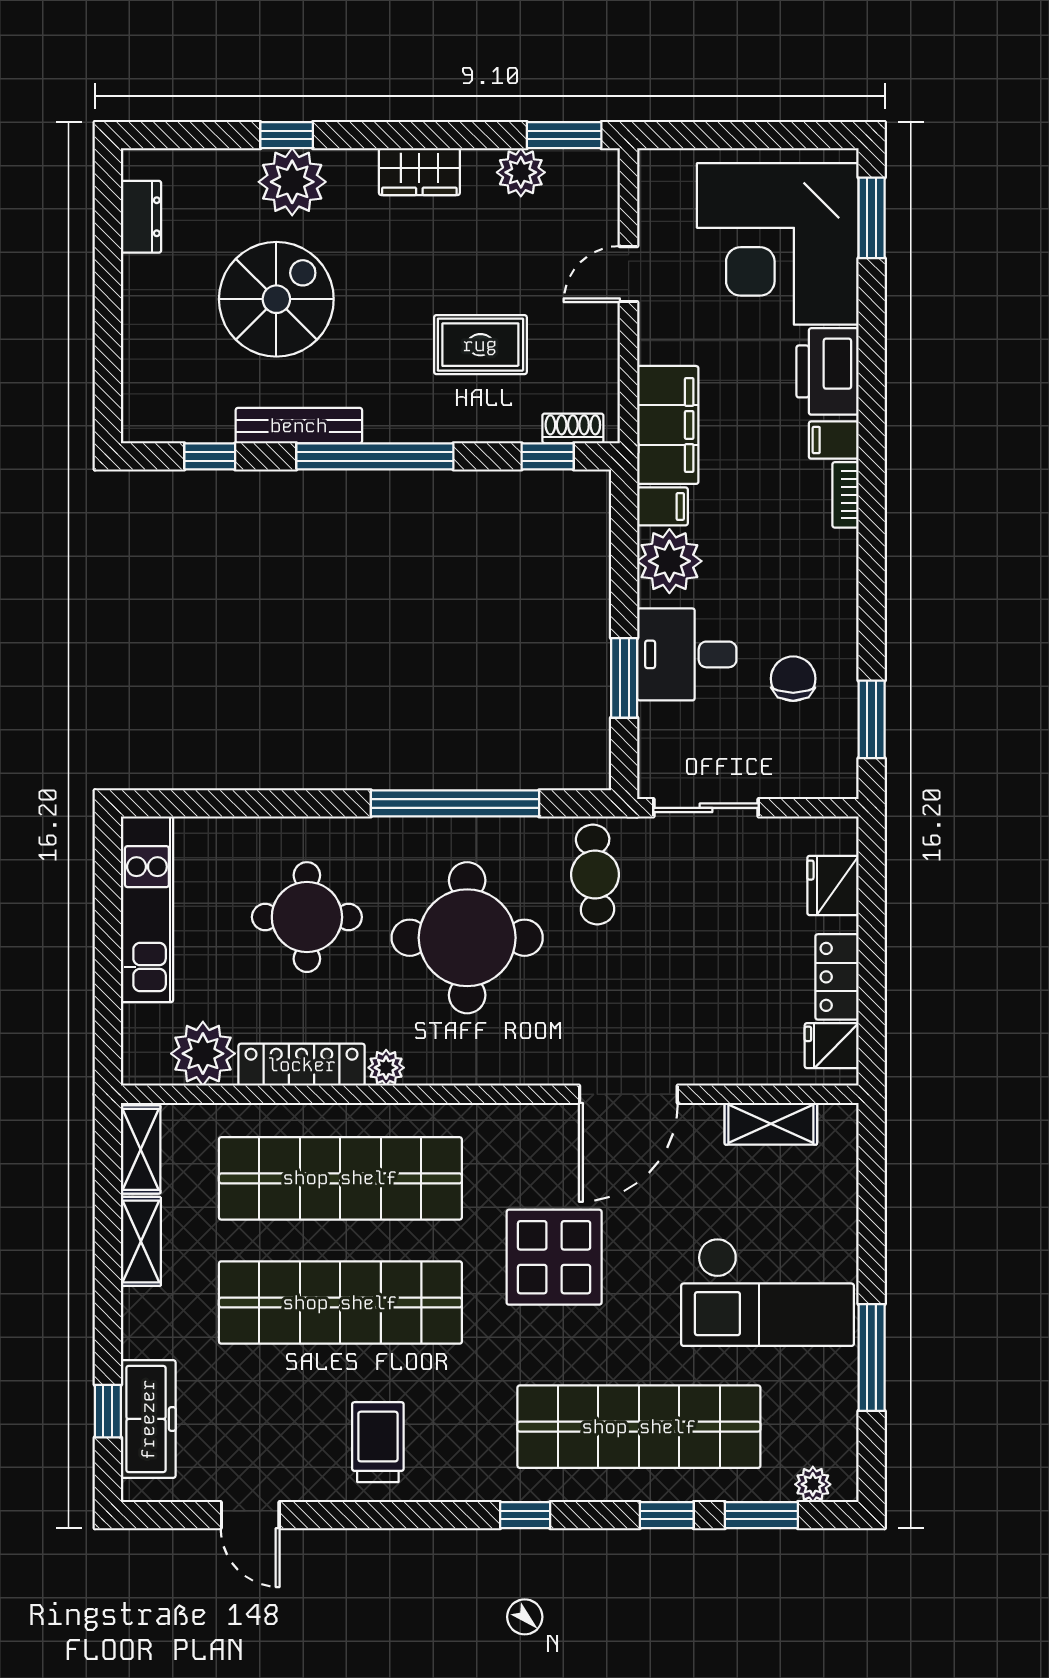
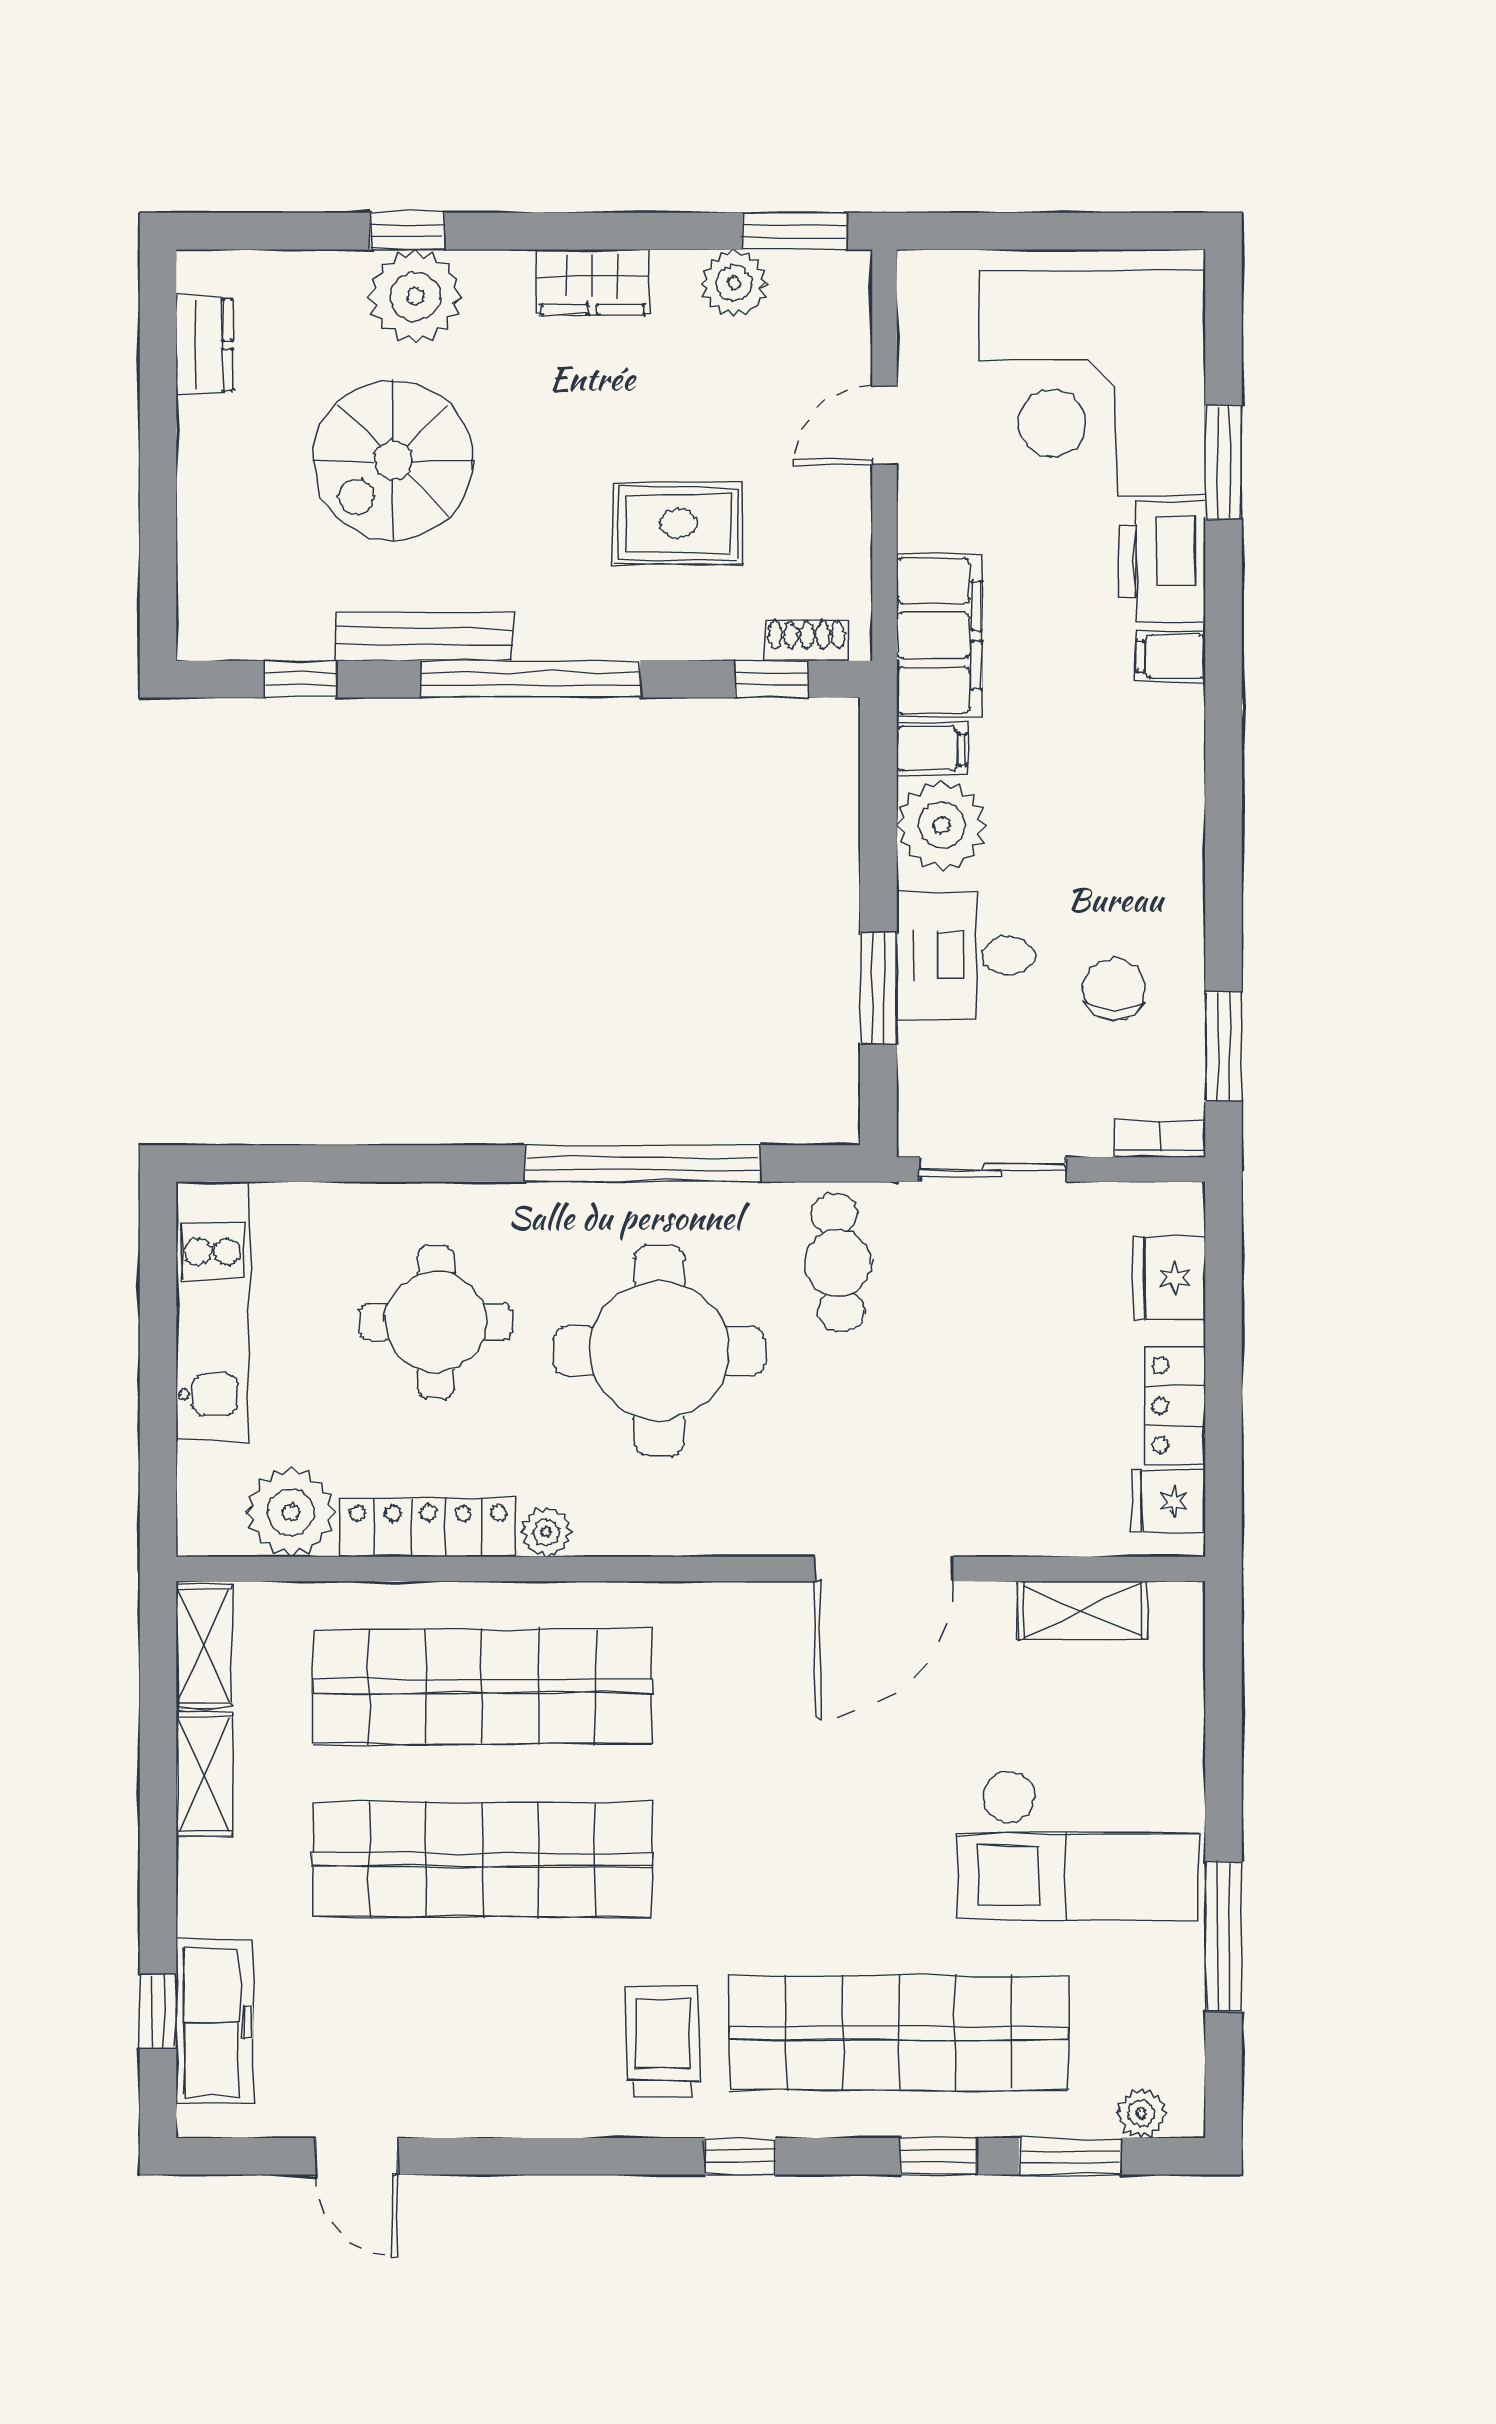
window: (872, 218) -> (1223, 462), moved
spiral stairs: (276, 299) -> (393, 460), turned 180
bookcase: (845, 495) -> (1160, 1139), moved, turned 90
display table: (554, 1257) -> (781, 1796), removed
trolley: (378, 1442) -> (663, 2041), moved

